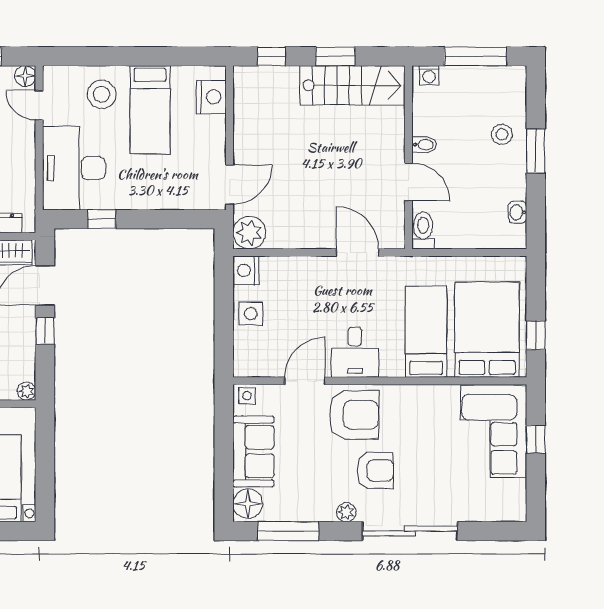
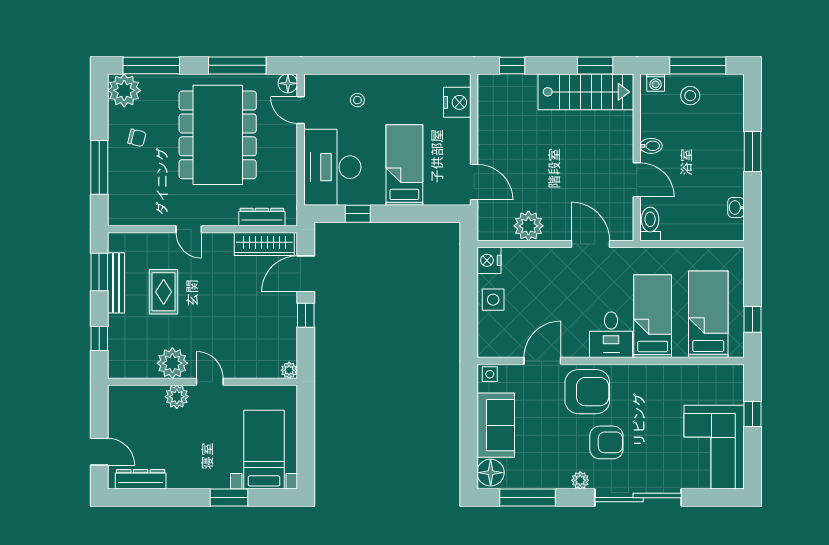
window: (335, 56) -> (595, 65), moved
stool: (102, 94) -> (357, 100), width x0.53, depth x0.53
bed: (150, 110) -> (404, 165), moved, turned 180
stool: (502, 134) -> (690, 96), moved
door: (230, 185) -> (474, 182), hinge flipped
plant: (249, 233) -> (528, 226), moved
bed: (487, 330) -> (708, 314), width x0.67
desk: (355, 352) -> (611, 335), moved
corner sofa: (494, 431) -> (714, 447), moved

